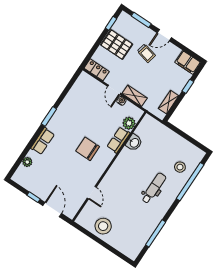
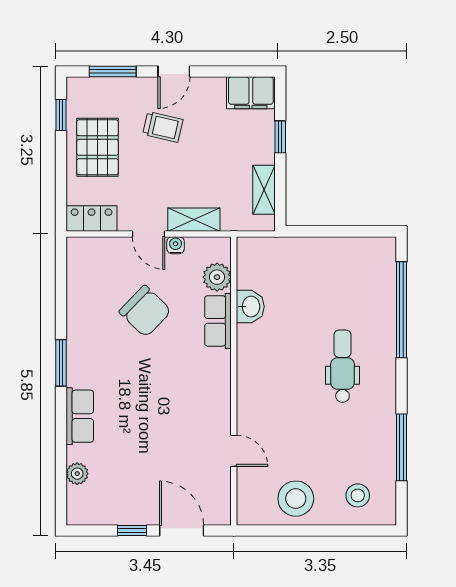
pallet: (117, 45) -> (97, 147), turned 90
chair: (88, 149) -> (145, 311), moved, turned -136
stool: (180, 167) -> (358, 495), moved

